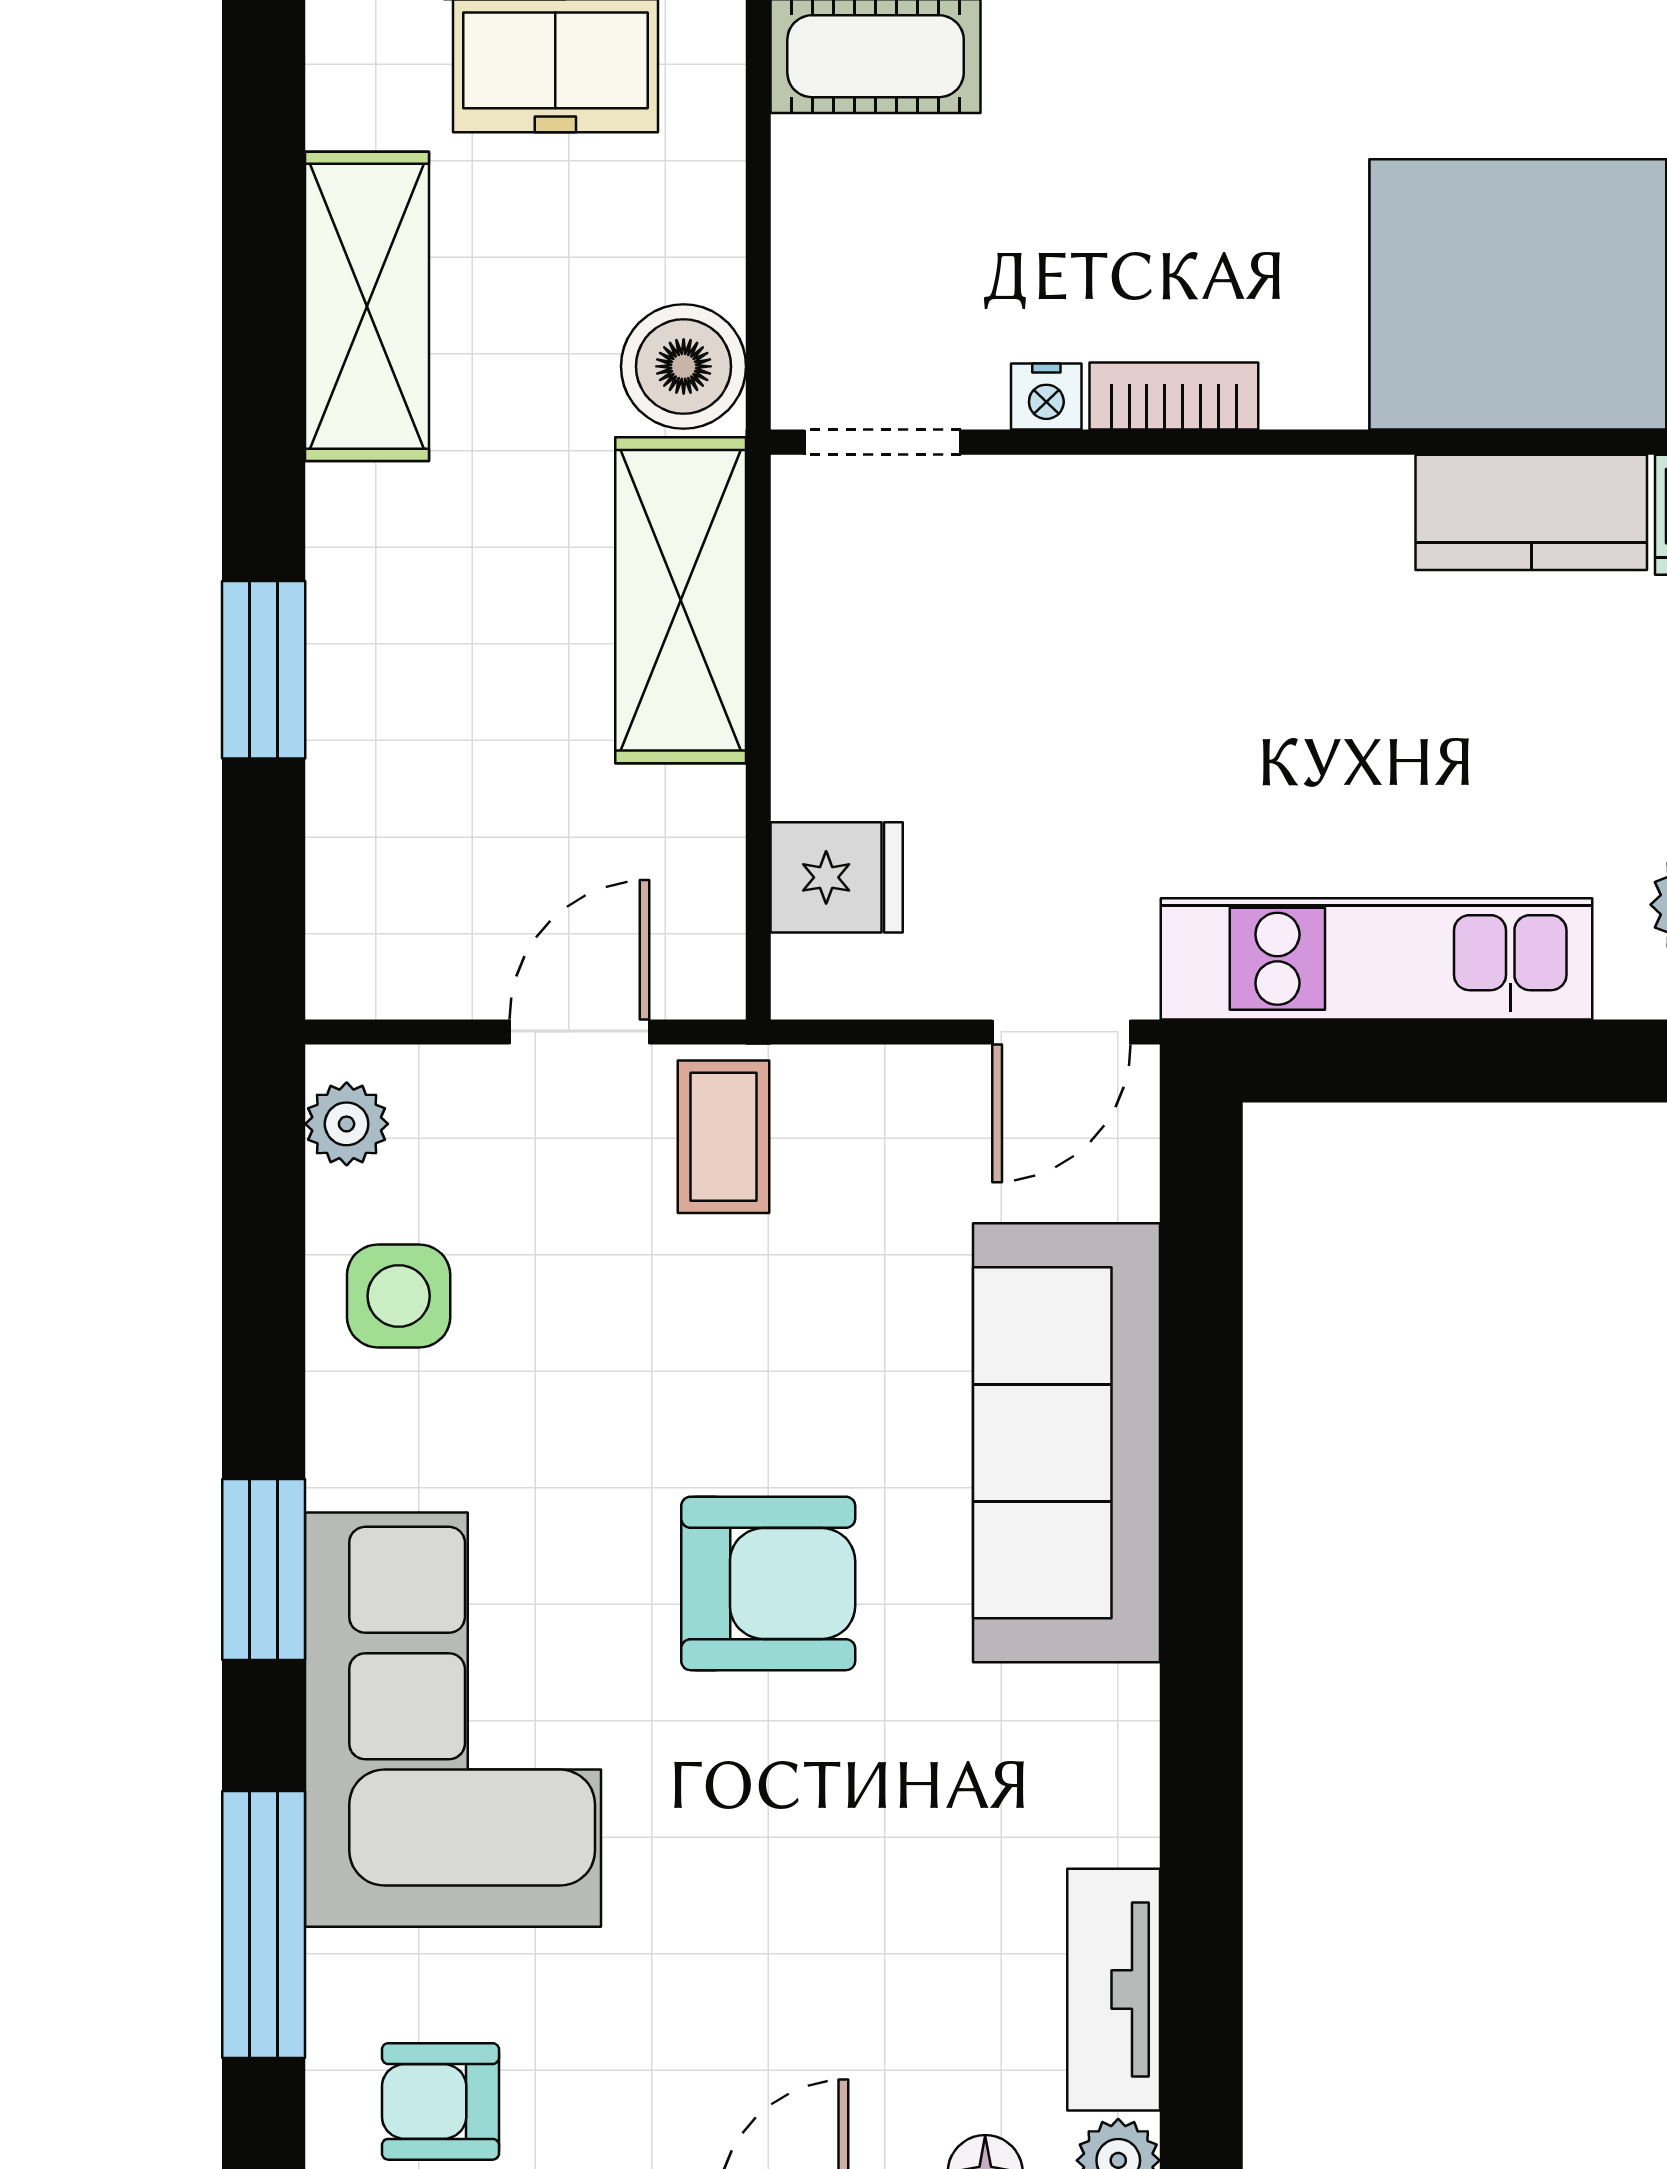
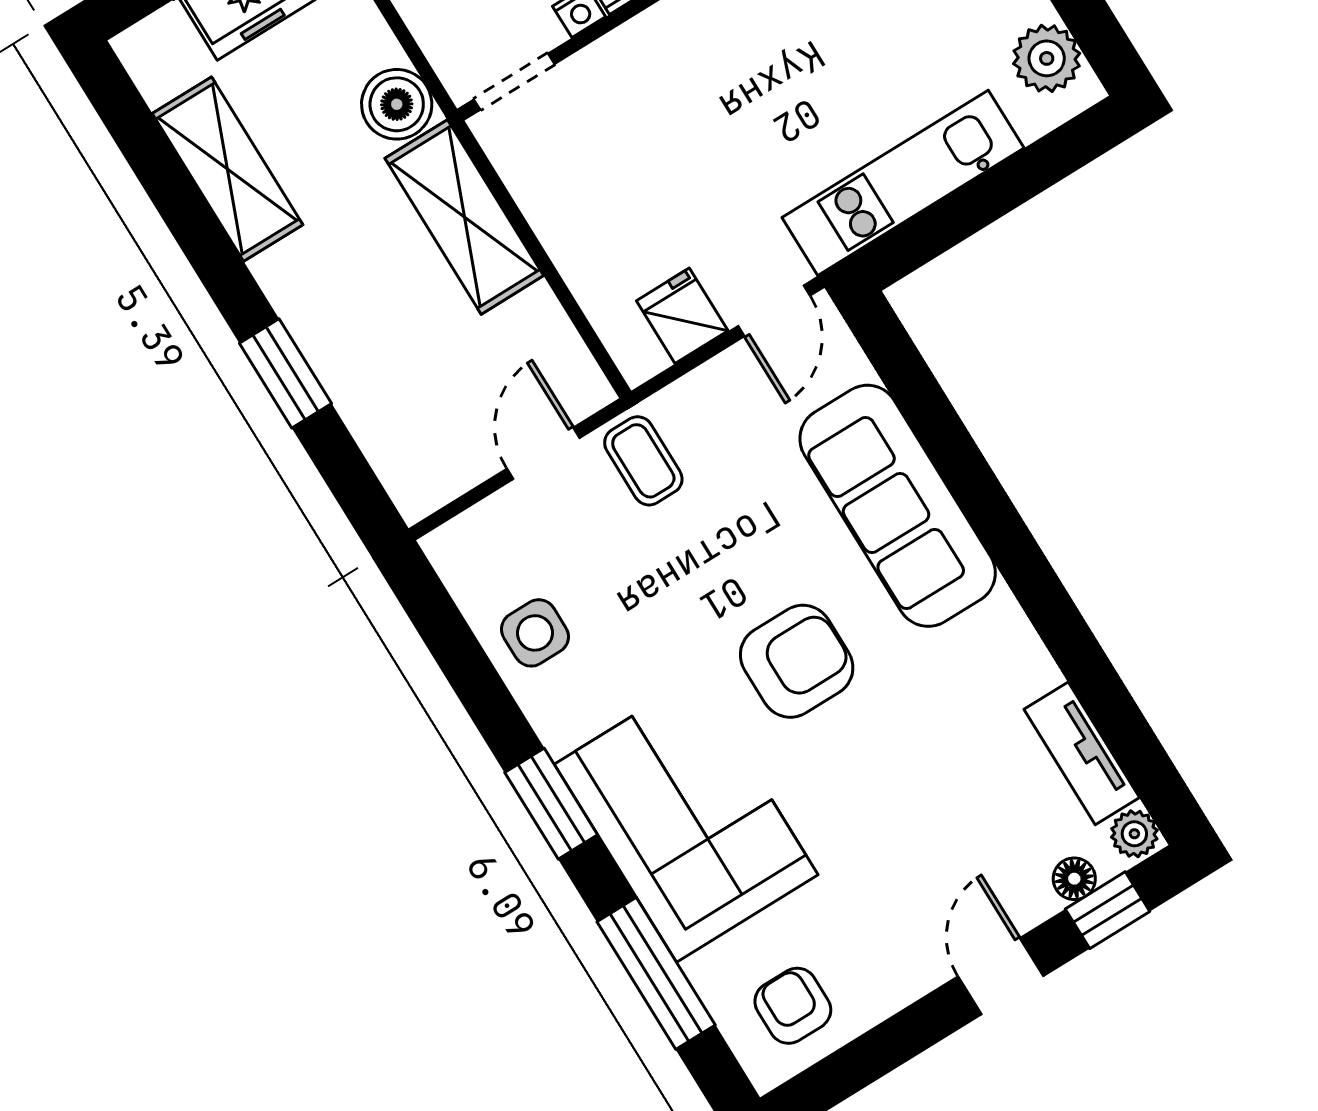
fridge: (837, 877) -> (682, 316), moved, turned -90
plant: (347, 1124) -> (459, 566), removed
armchair: (440, 2101) -> (793, 1006), turned 90

